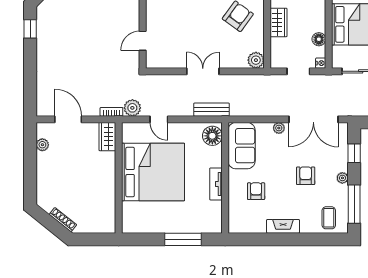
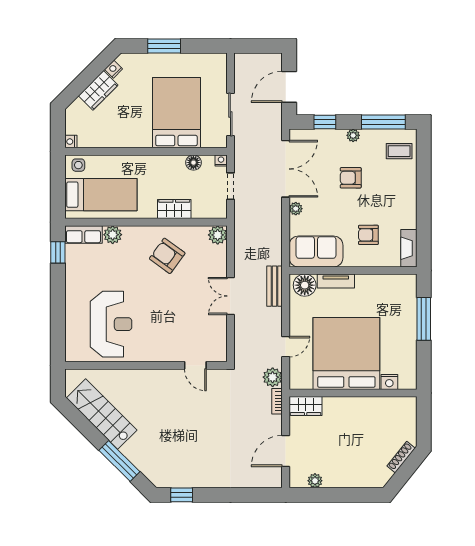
tv unit: (216, 184) -> (336, 281), moved
nightstand: (128, 209) -> (389, 382), added
fireplace: (283, 226) -> (409, 248), moved

